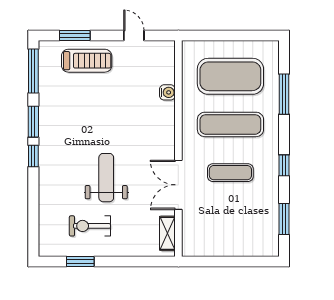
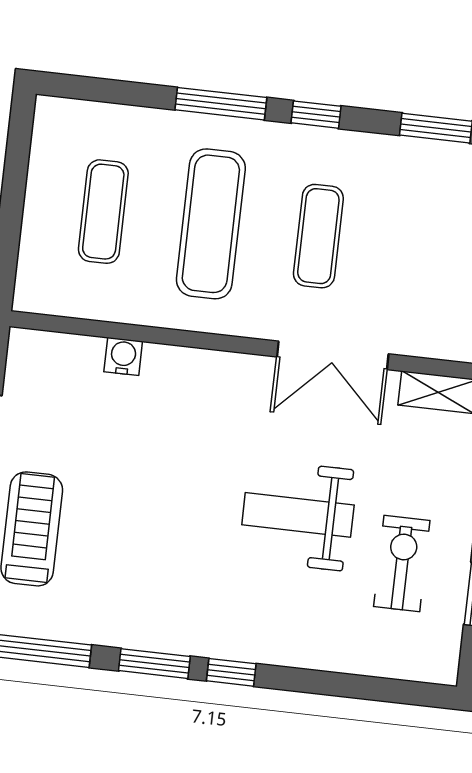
exercise mat: (230, 76) -> (103, 212), width x0.50, depth x0.69
window: (284, 94) -> (221, 104), moved
exercise bike: (90, 226) -> (402, 563), turned 180

